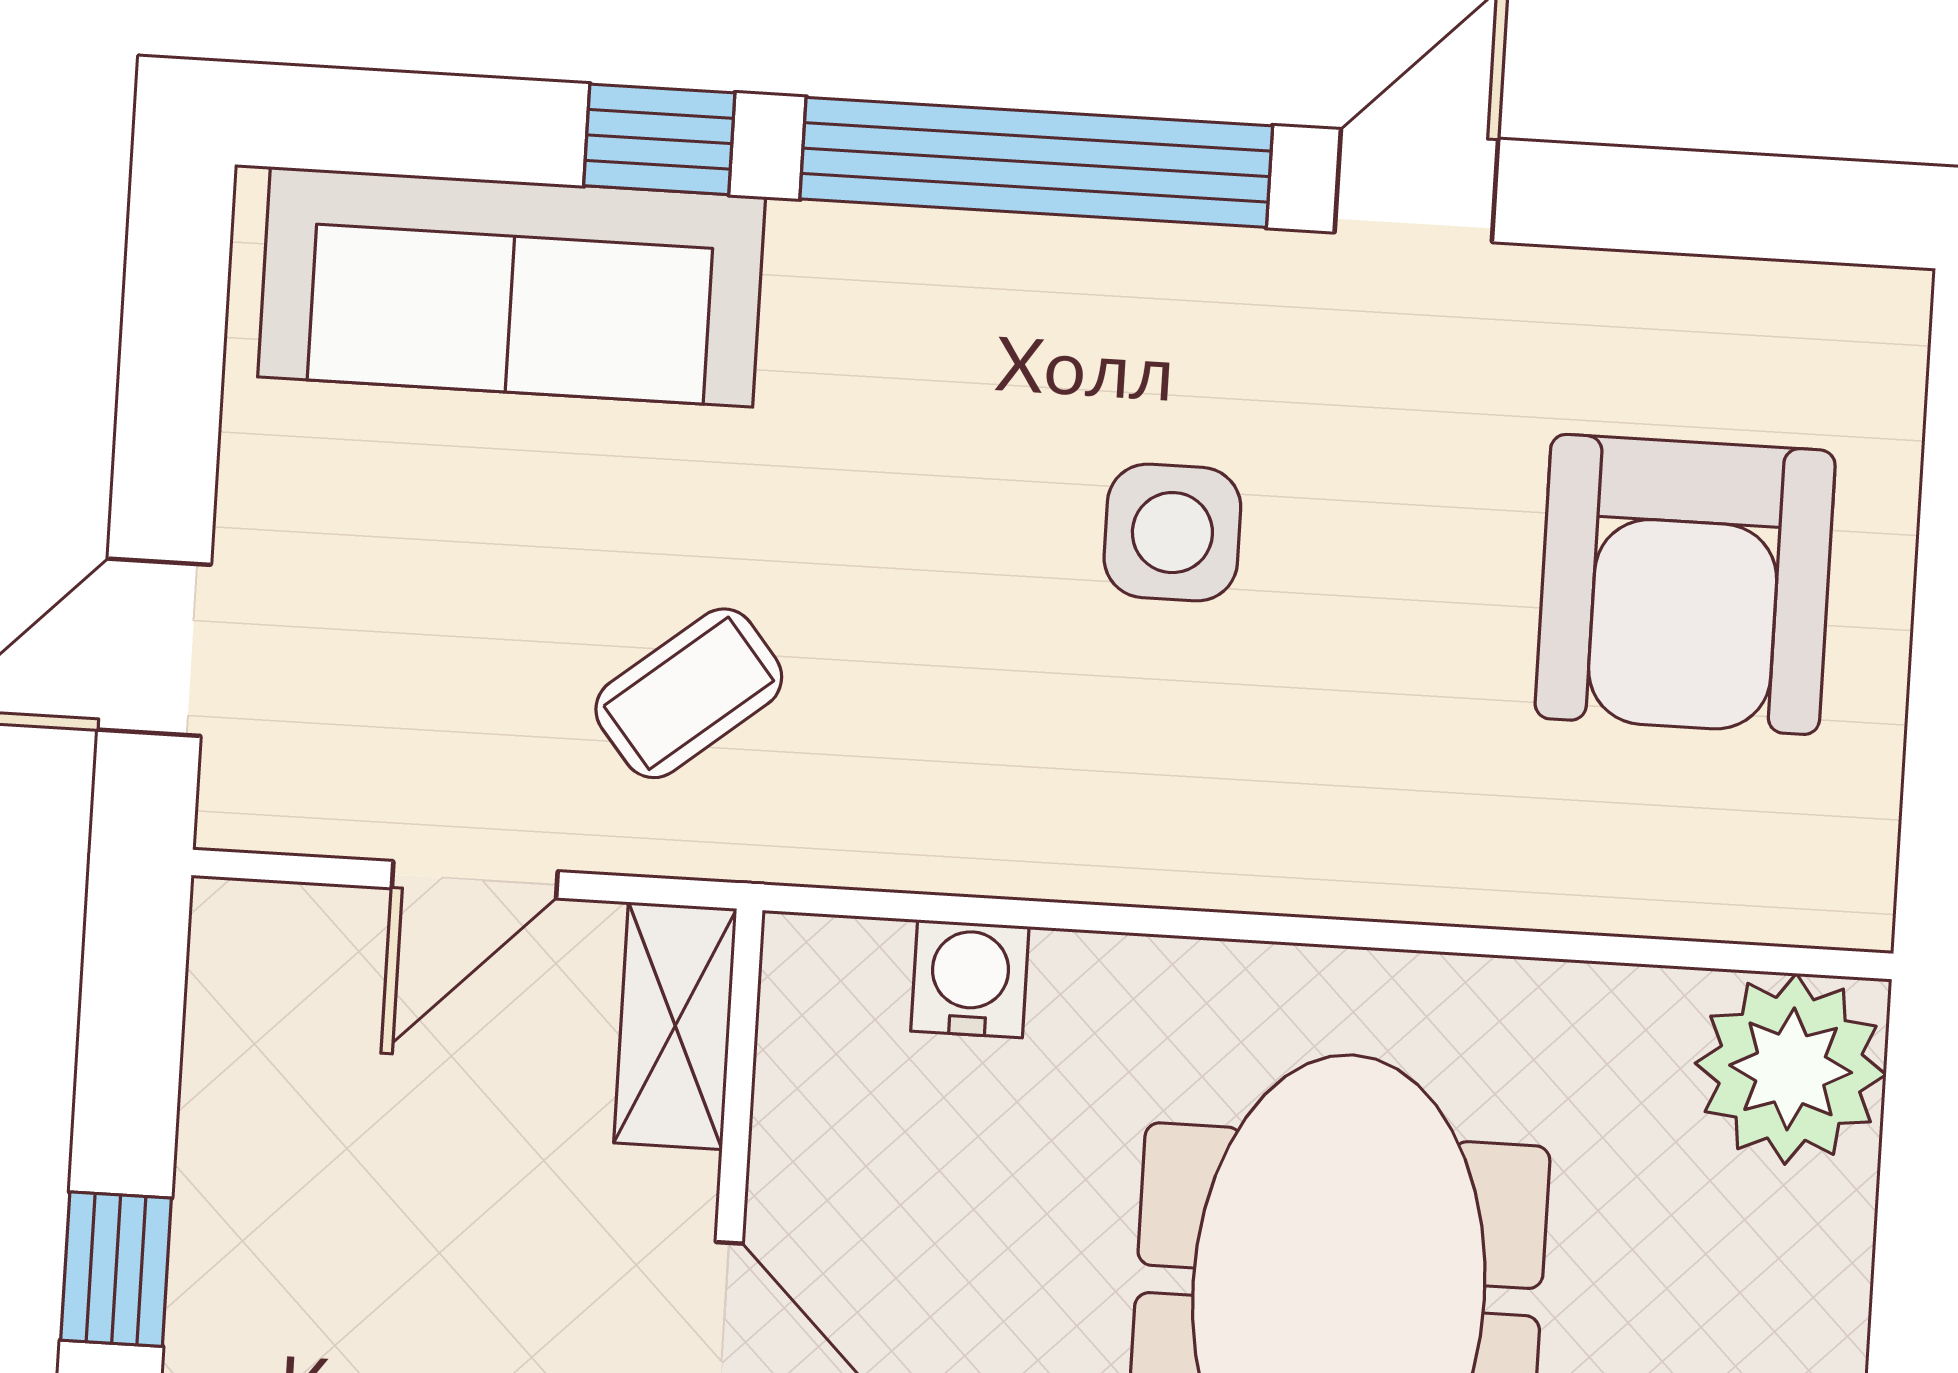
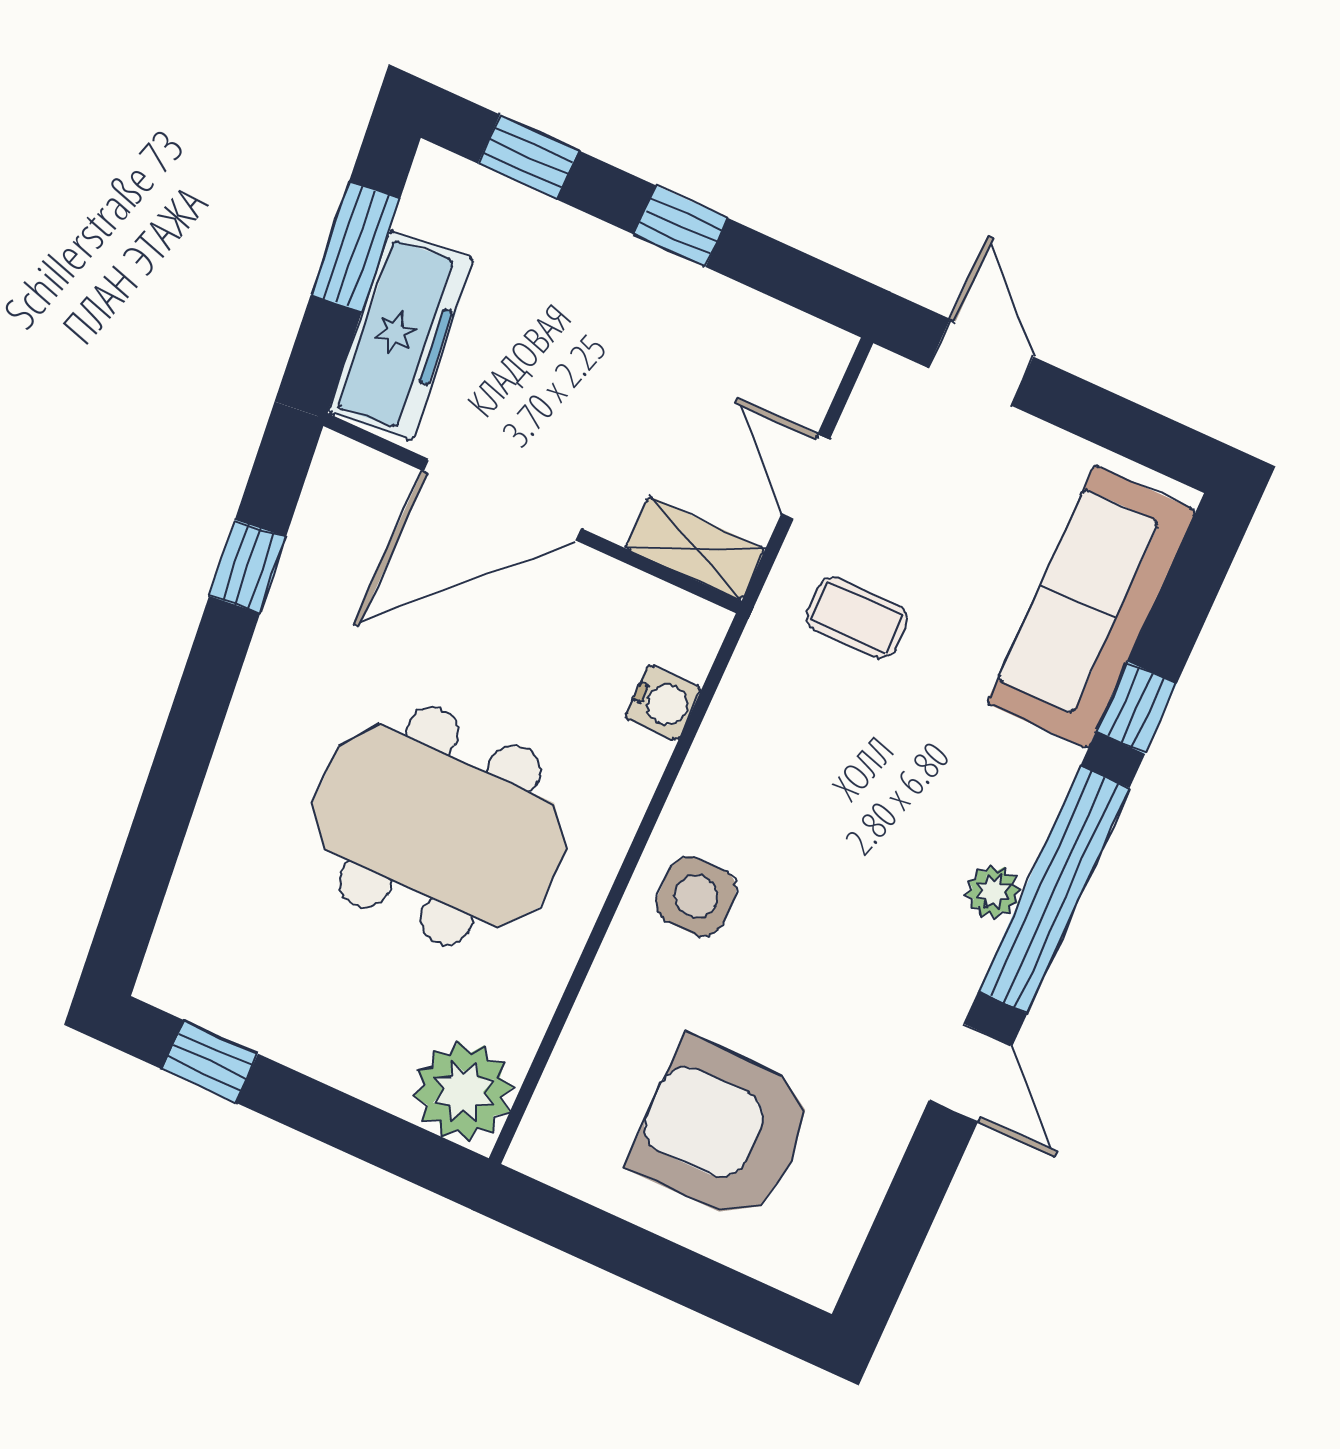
plant: (1081, 268) -> (993, 892), added
side table: (1172, 533) -> (696, 896), moved
coffee table: (689, 693) -> (857, 618), turned -51

